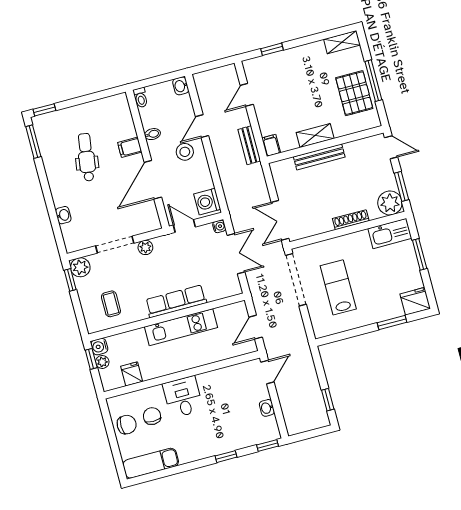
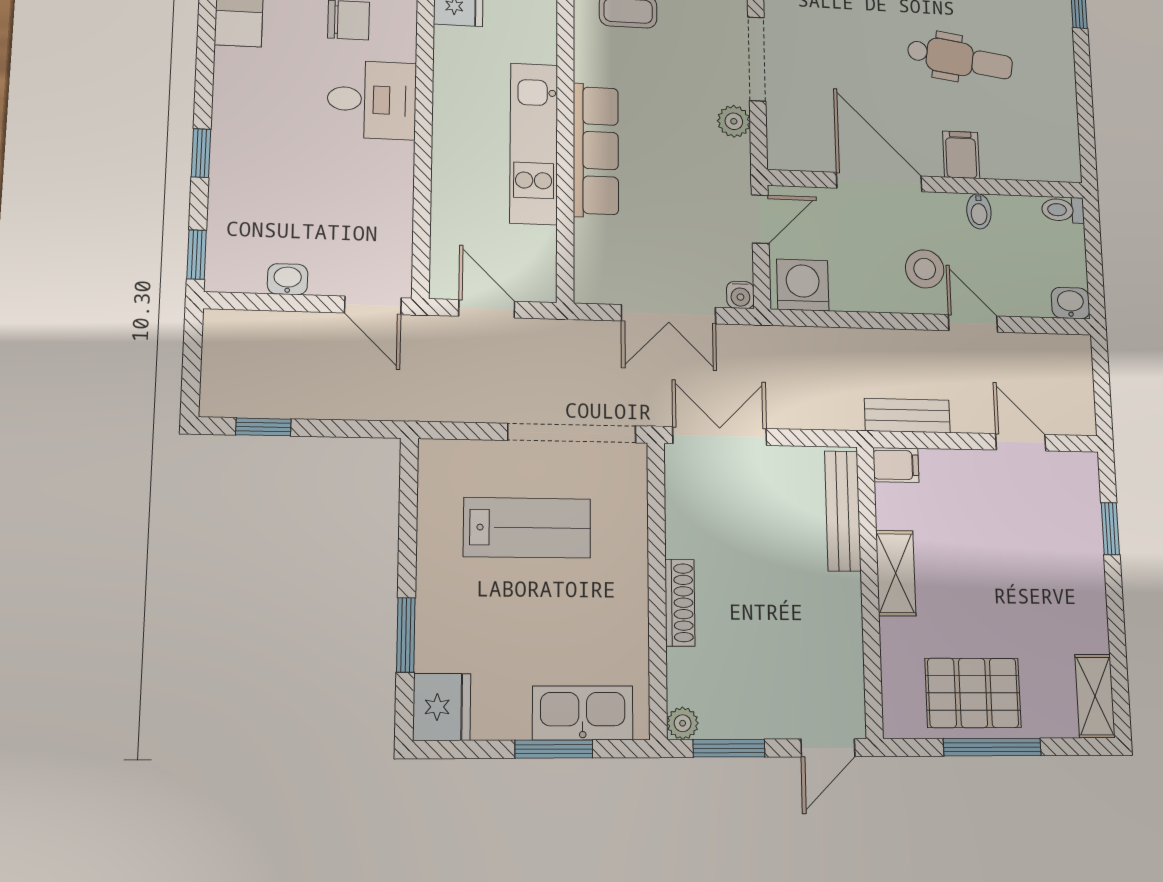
bench: (319, 157) -> (843, 511), moved
plant: (390, 203) -> (683, 723), width x0.53, depth x0.53
kitchen sink: (390, 233) -> (583, 713), moved, turned 90

